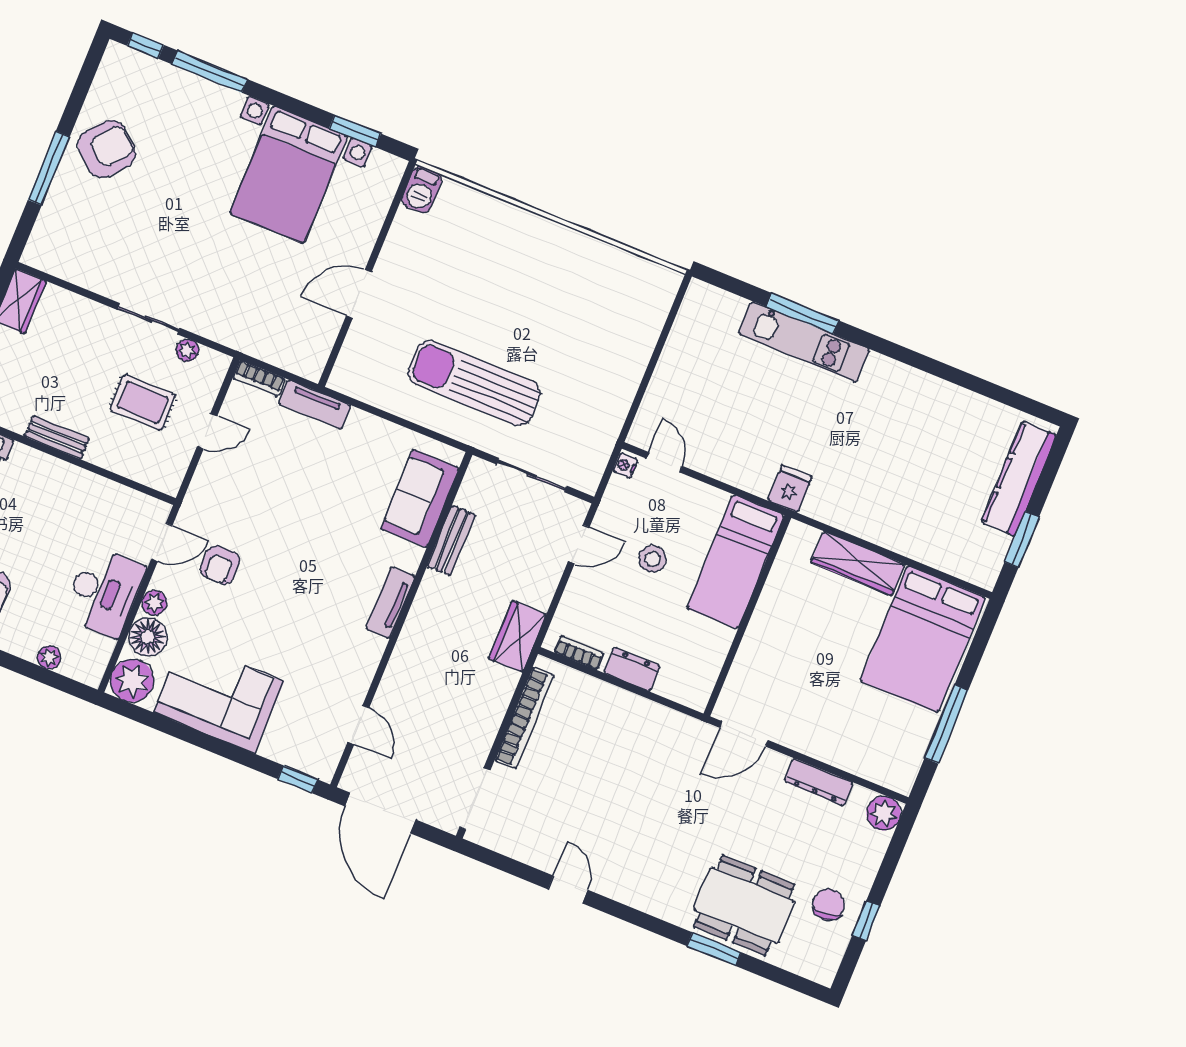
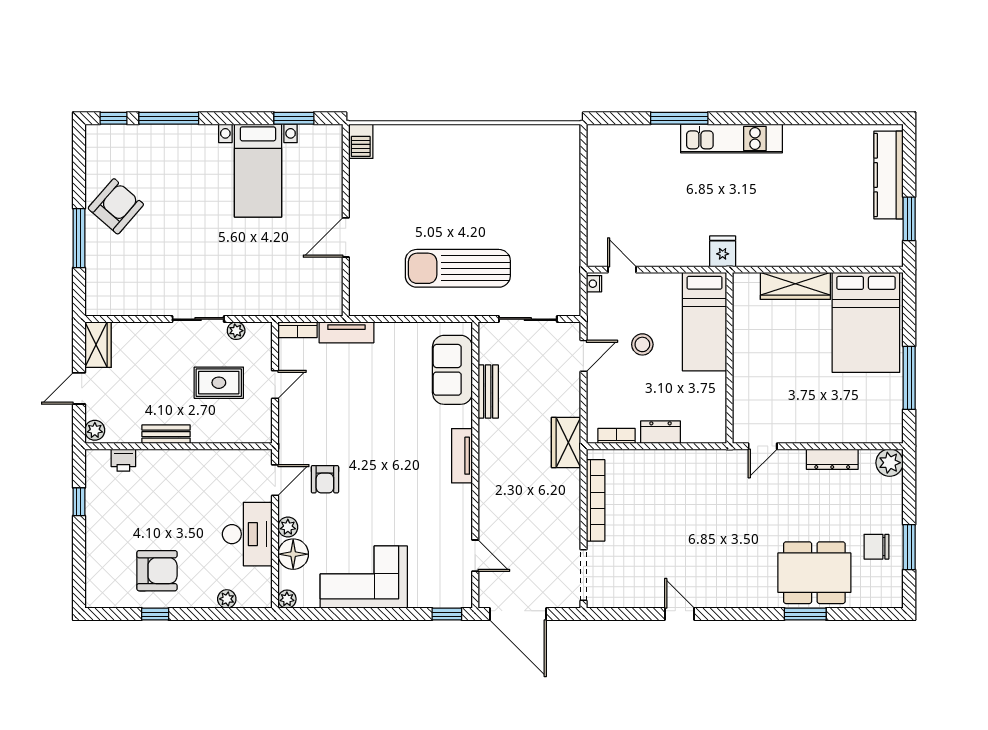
bed with nightstands: (289, 175) -> (258, 171), width x0.73
kitchen unit: (804, 342) -> (732, 138), moved
plant: (132, 681) -> (287, 599), width x0.53, depth x0.53
door: (744, 734) -> (763, 446), width x0.73
chair: (829, 905) -> (876, 547), turned -83
window: (866, 921) -> (909, 547), width x1.50

